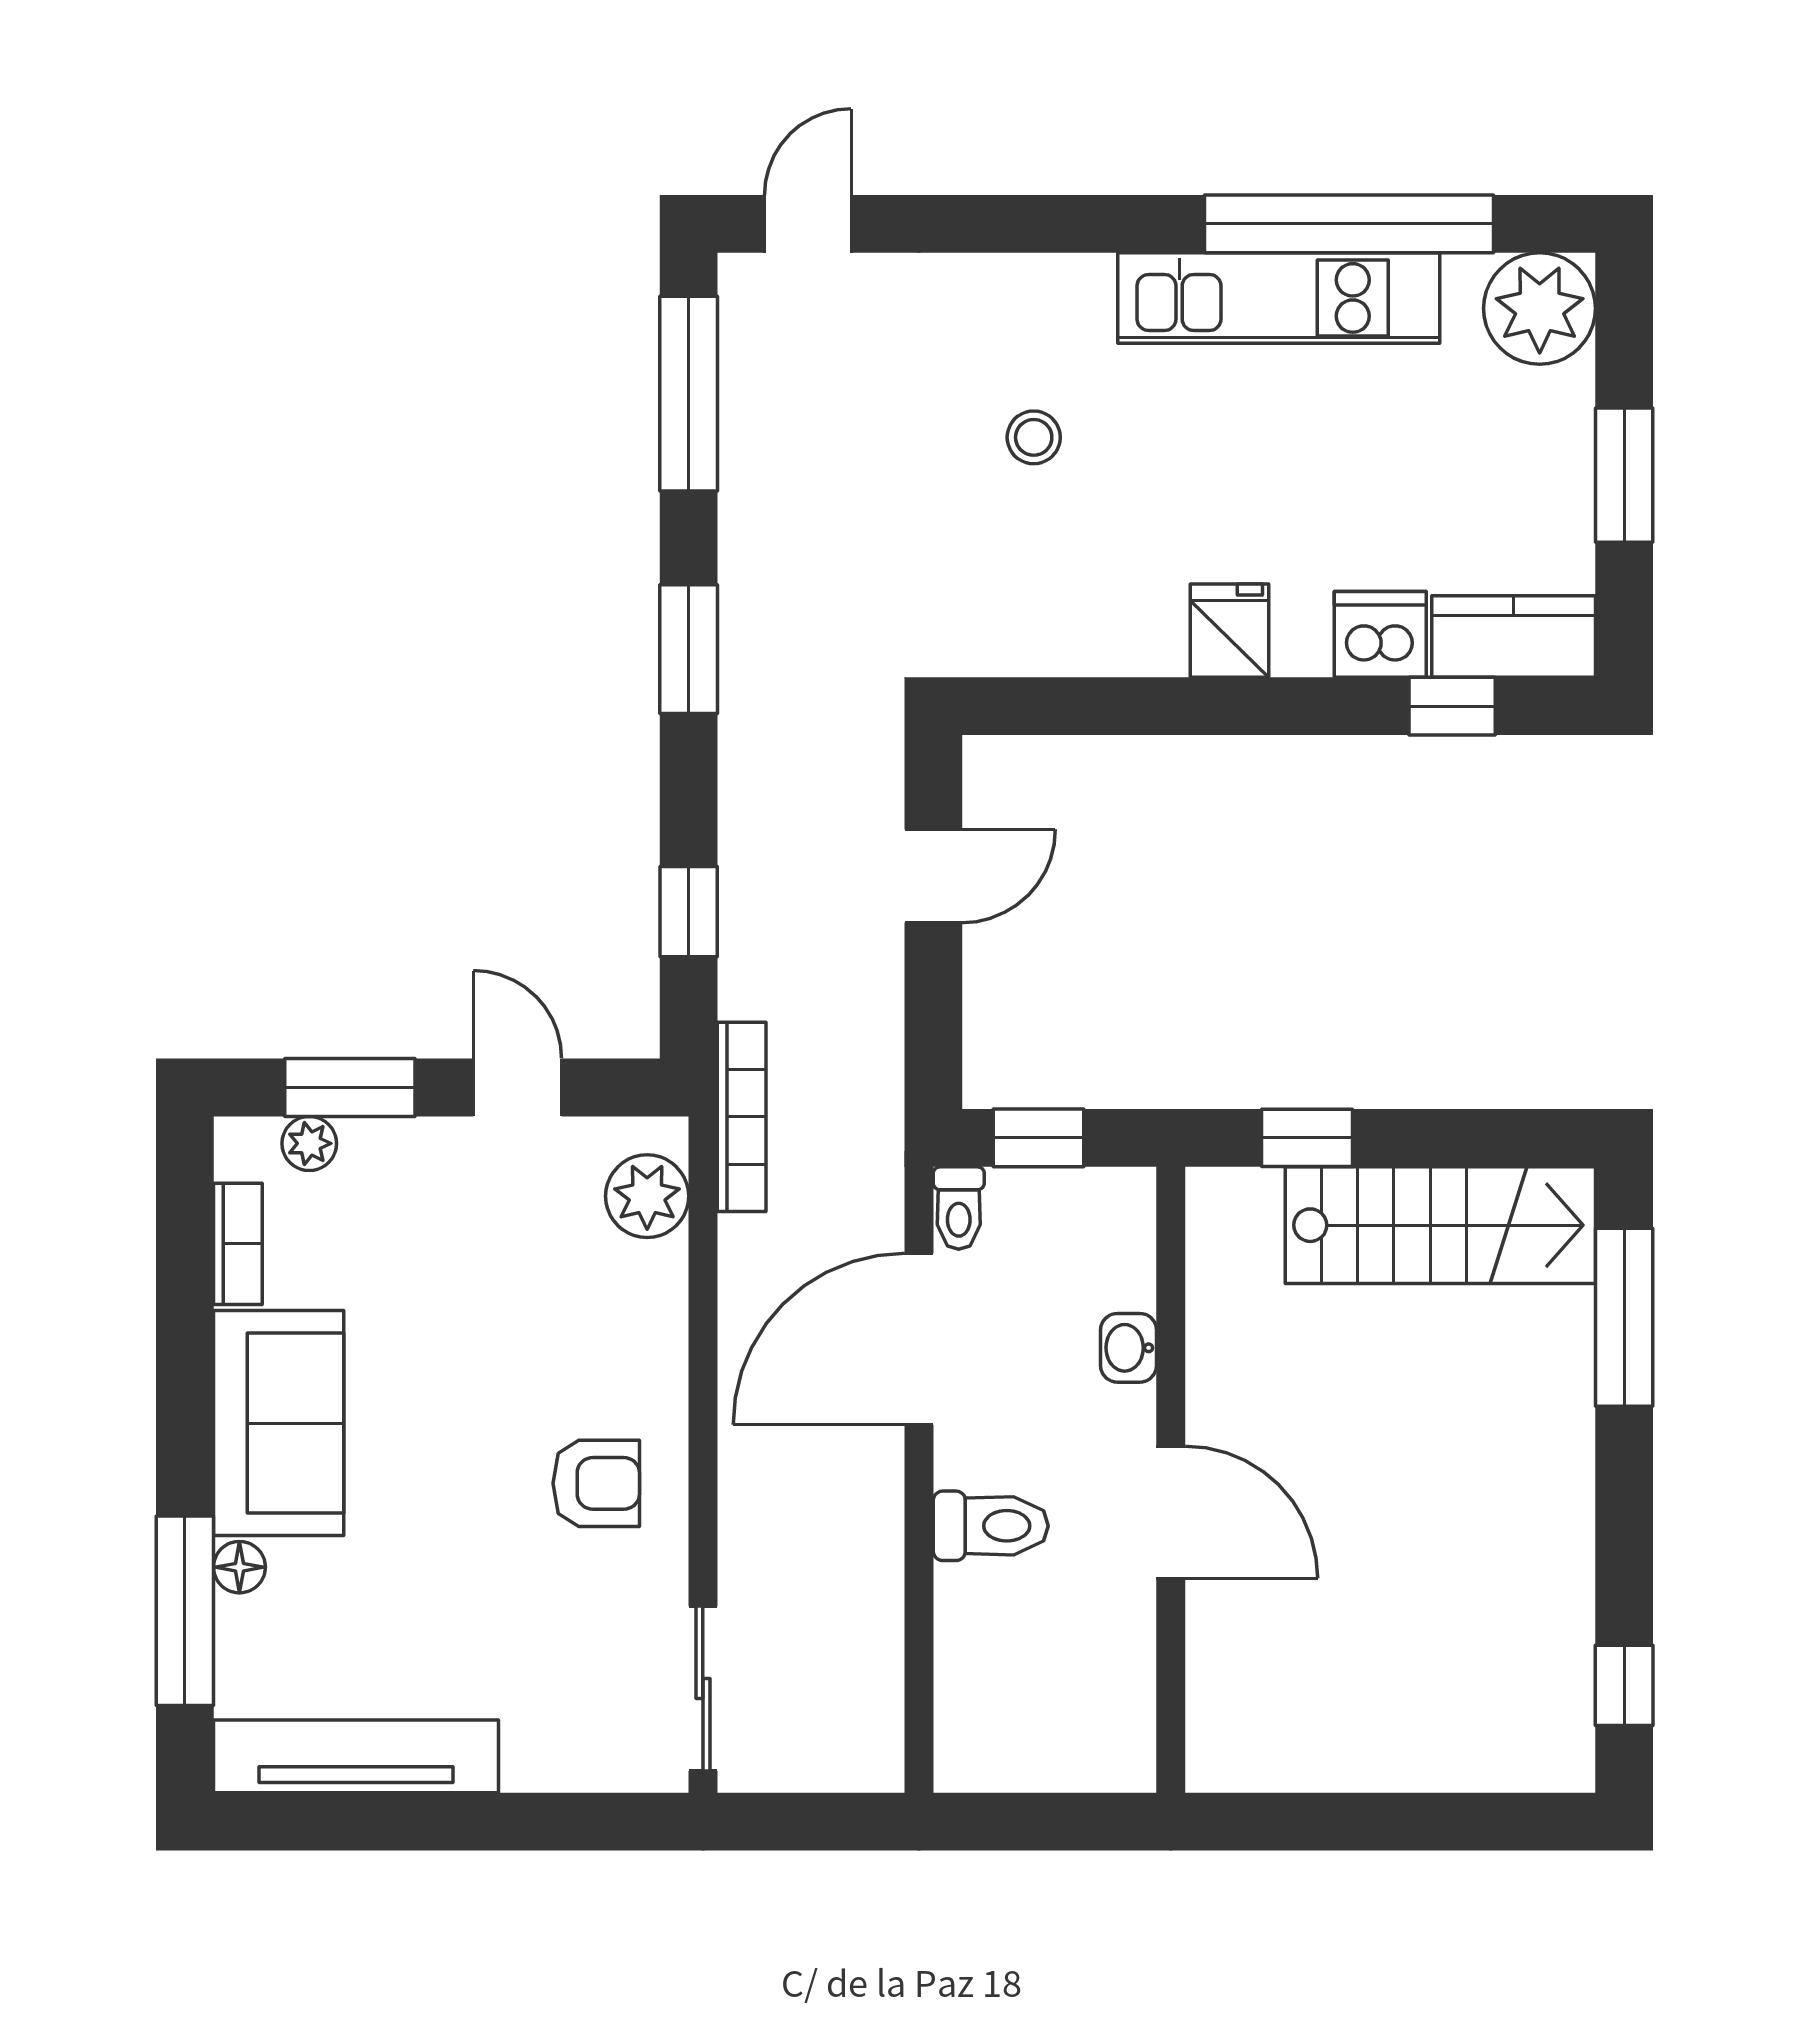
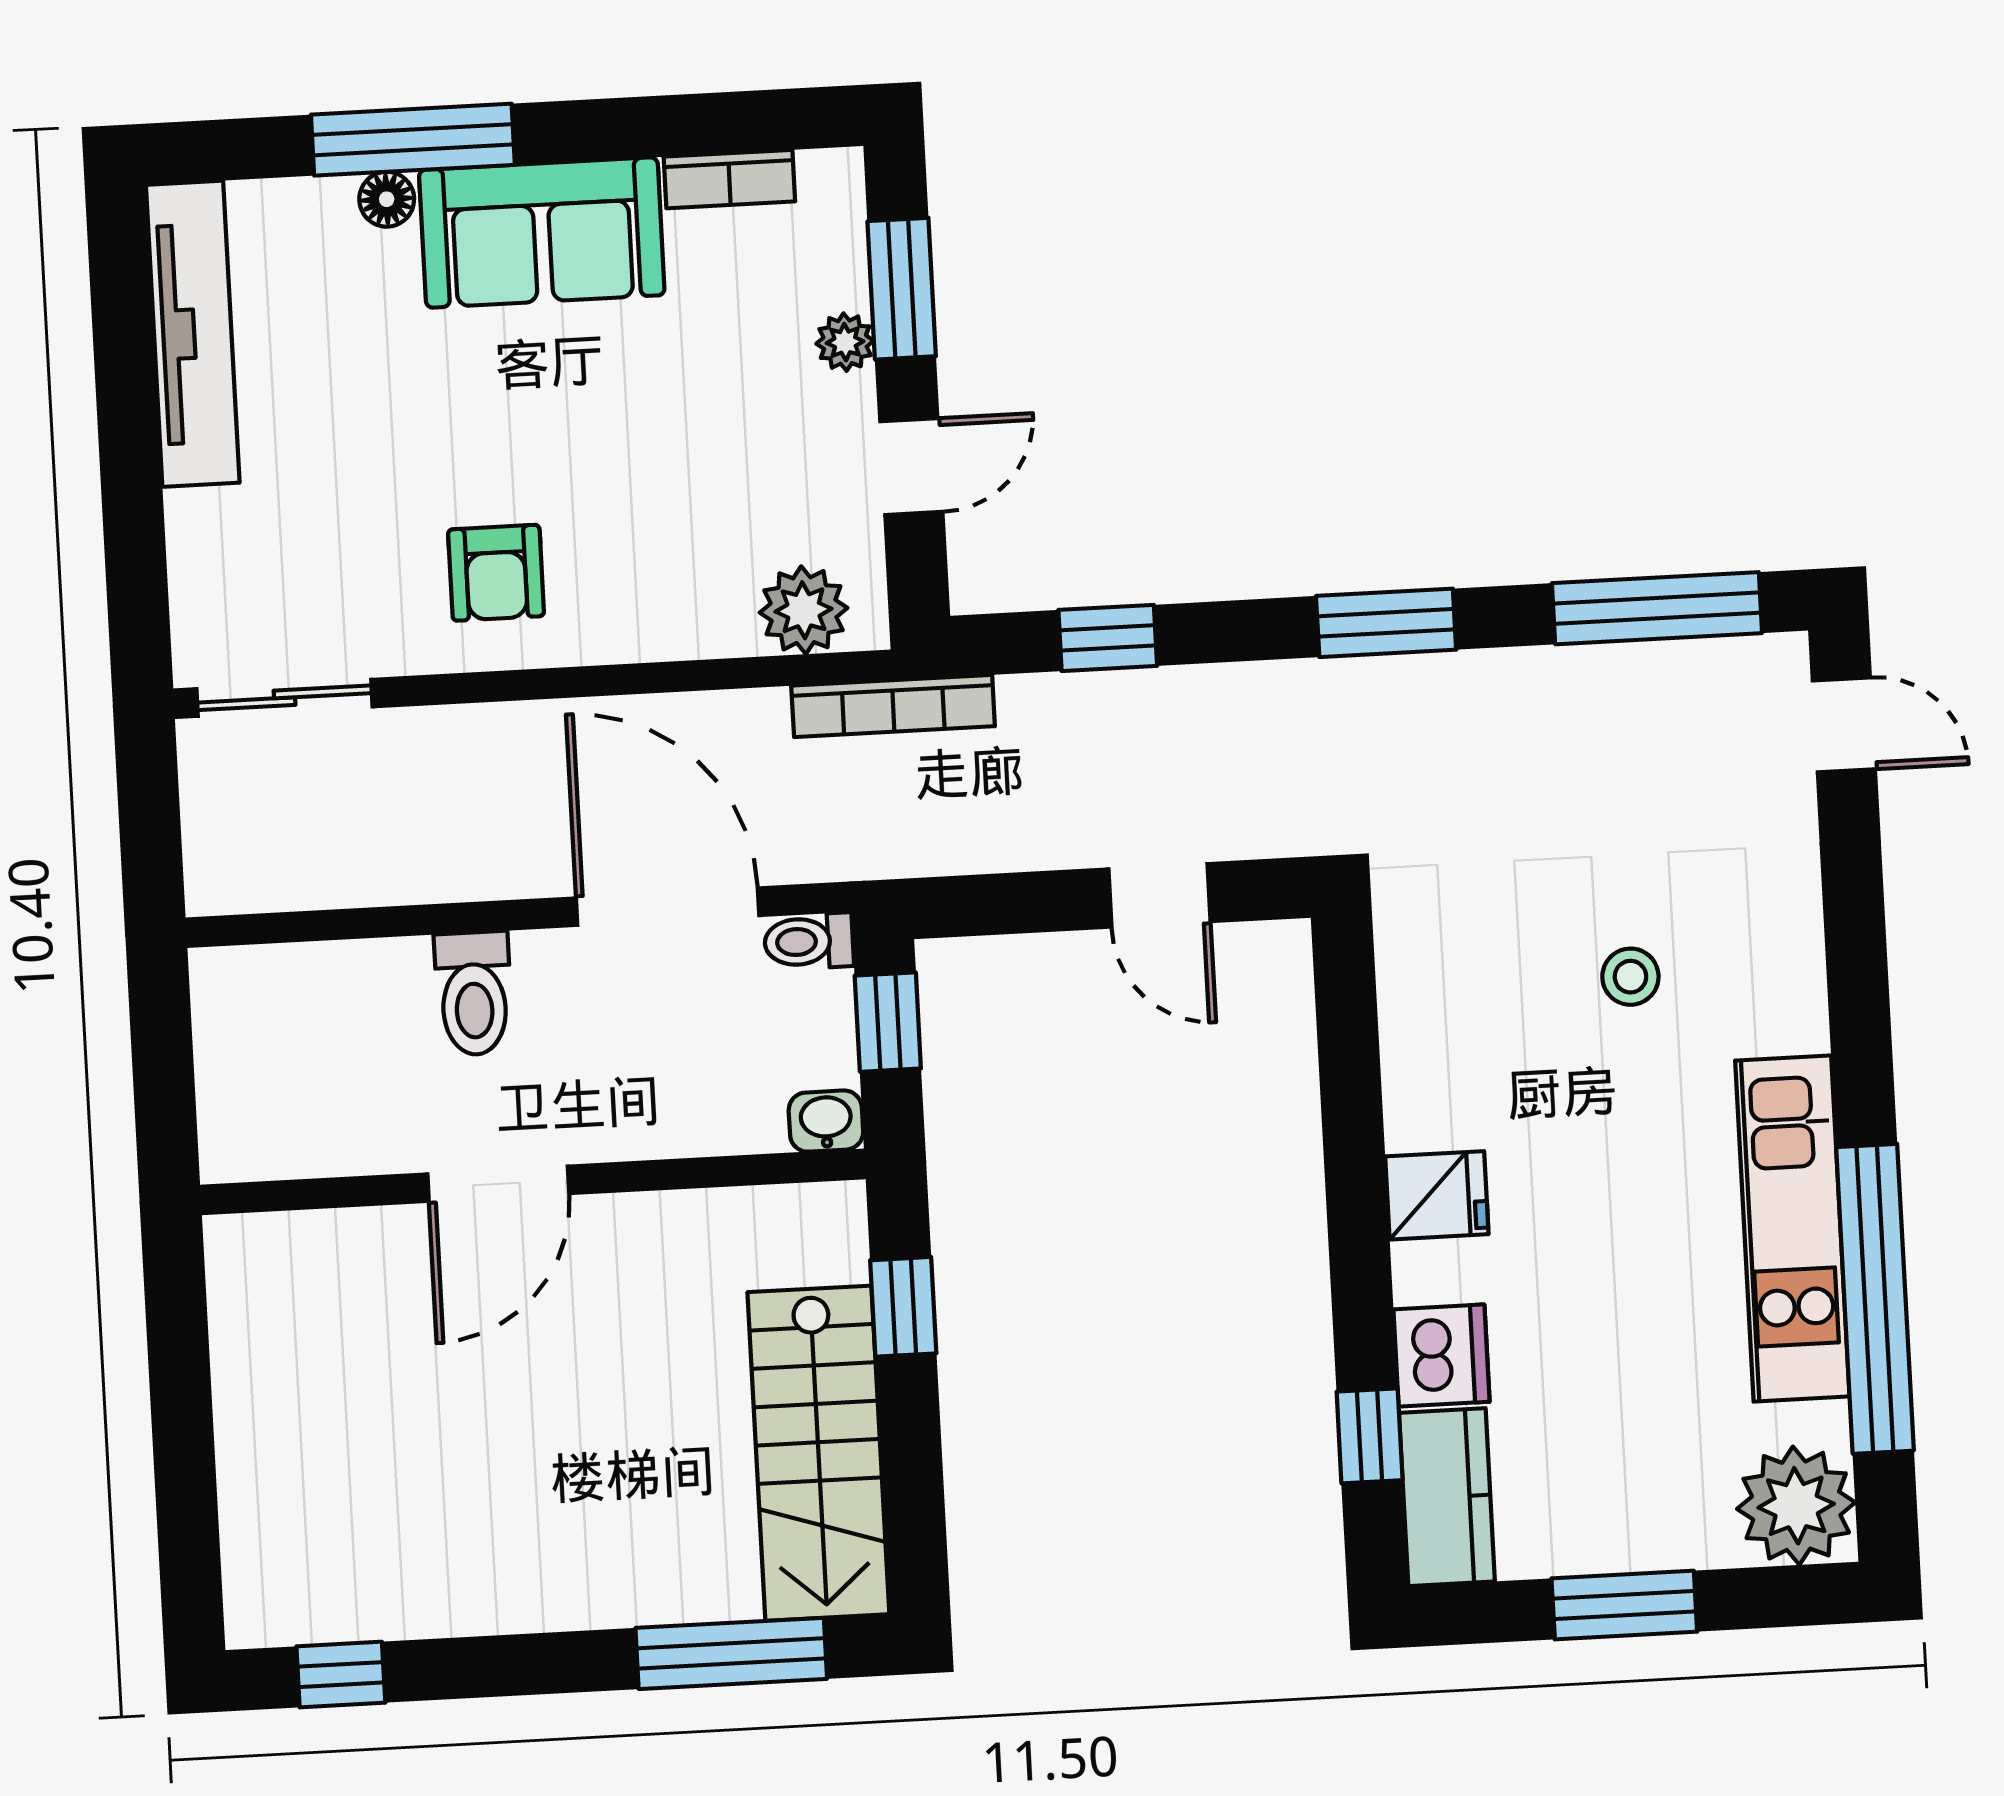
plant: (309, 1143) -> (845, 342), moved
washbasin: (1129, 1348) -> (826, 1121), moved
window: (185, 1611) -> (413, 140), moved

